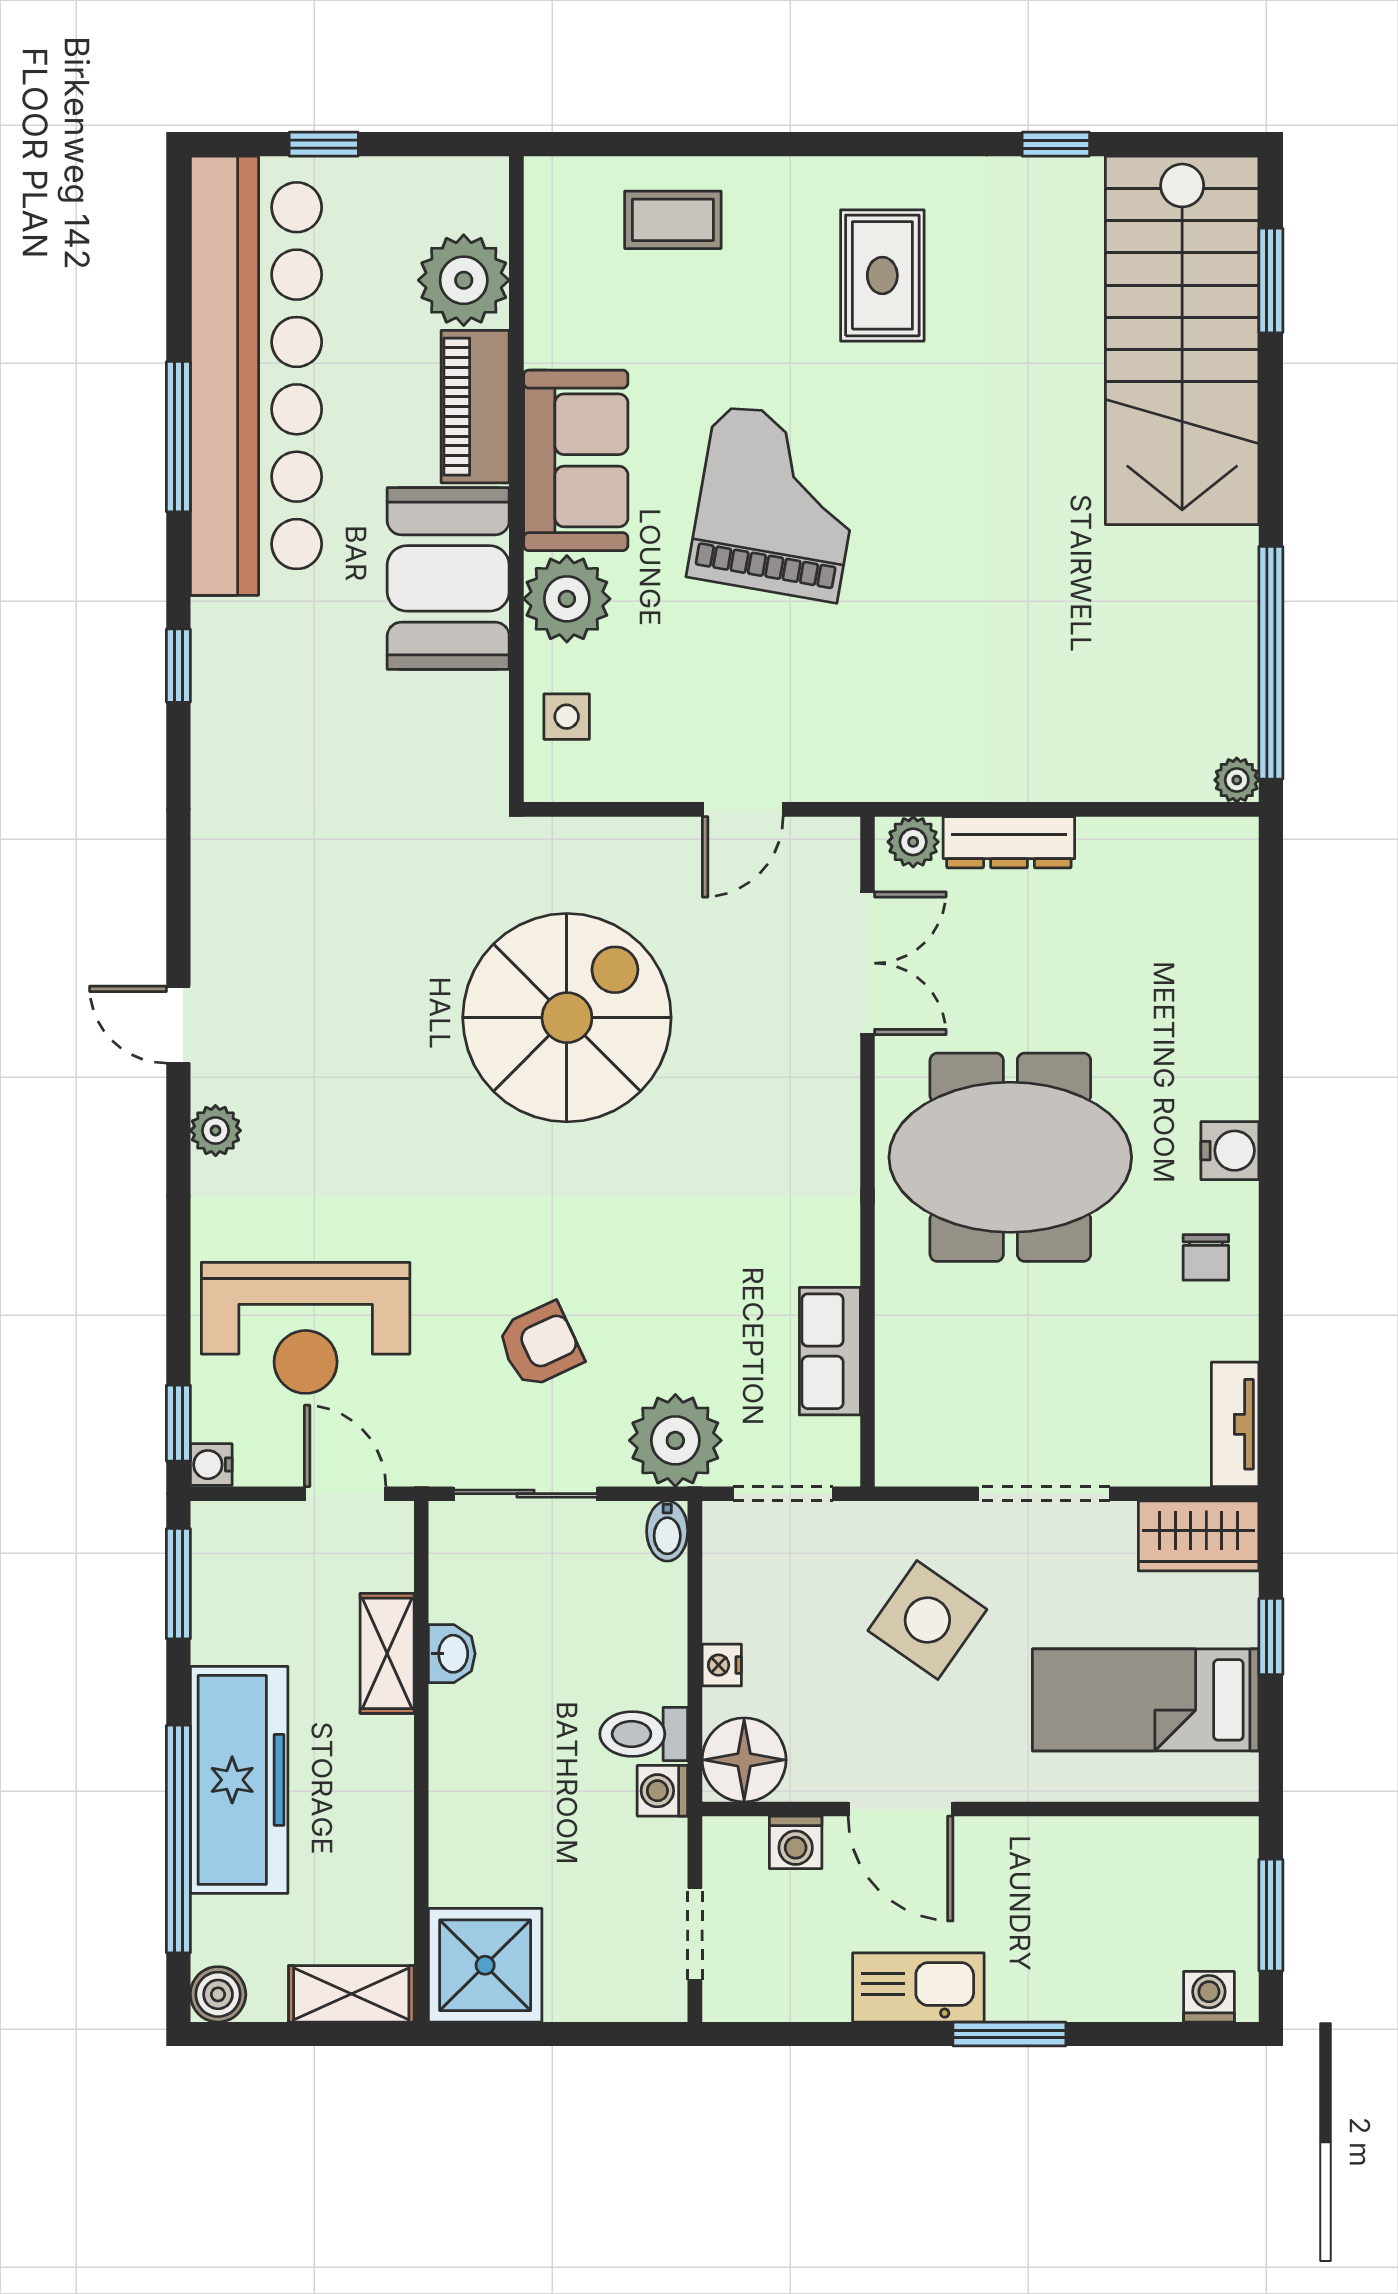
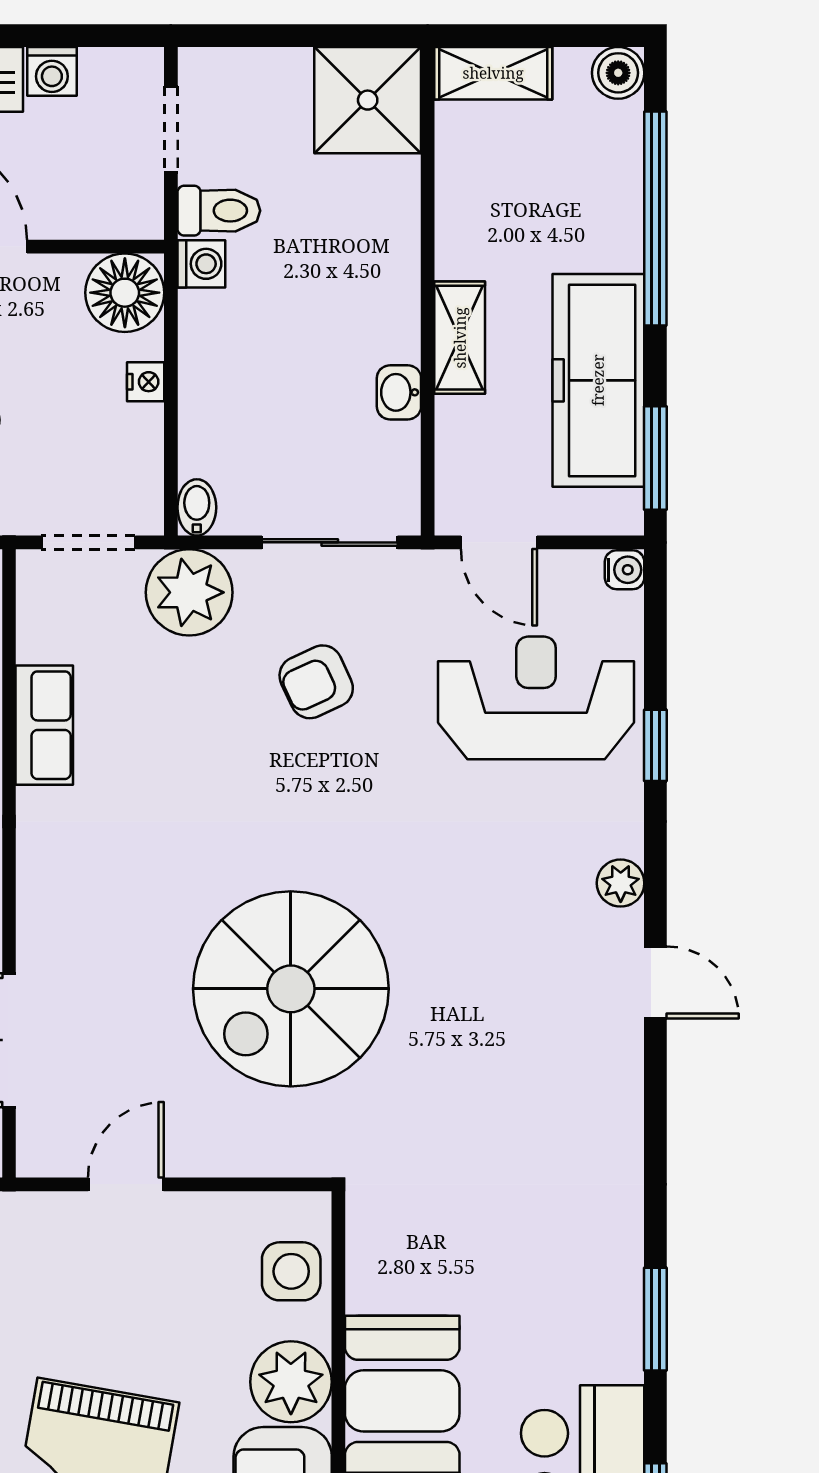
window: (178, 666) -> (655, 1319), width x1.50
side table: (567, 717) -> (291, 1271), width x1.37, depth x1.37
row of seats: (830, 1351) -> (44, 725), moved
window: (178, 1423) -> (655, 745), moved
shelving: (387, 1653) -> (460, 338), moved
toilet: (644, 1734) -> (219, 211), moved
freezer: (239, 1780) -> (598, 380), moved
washing machine: (796, 1842) -> (52, 71), moved, turned 180

